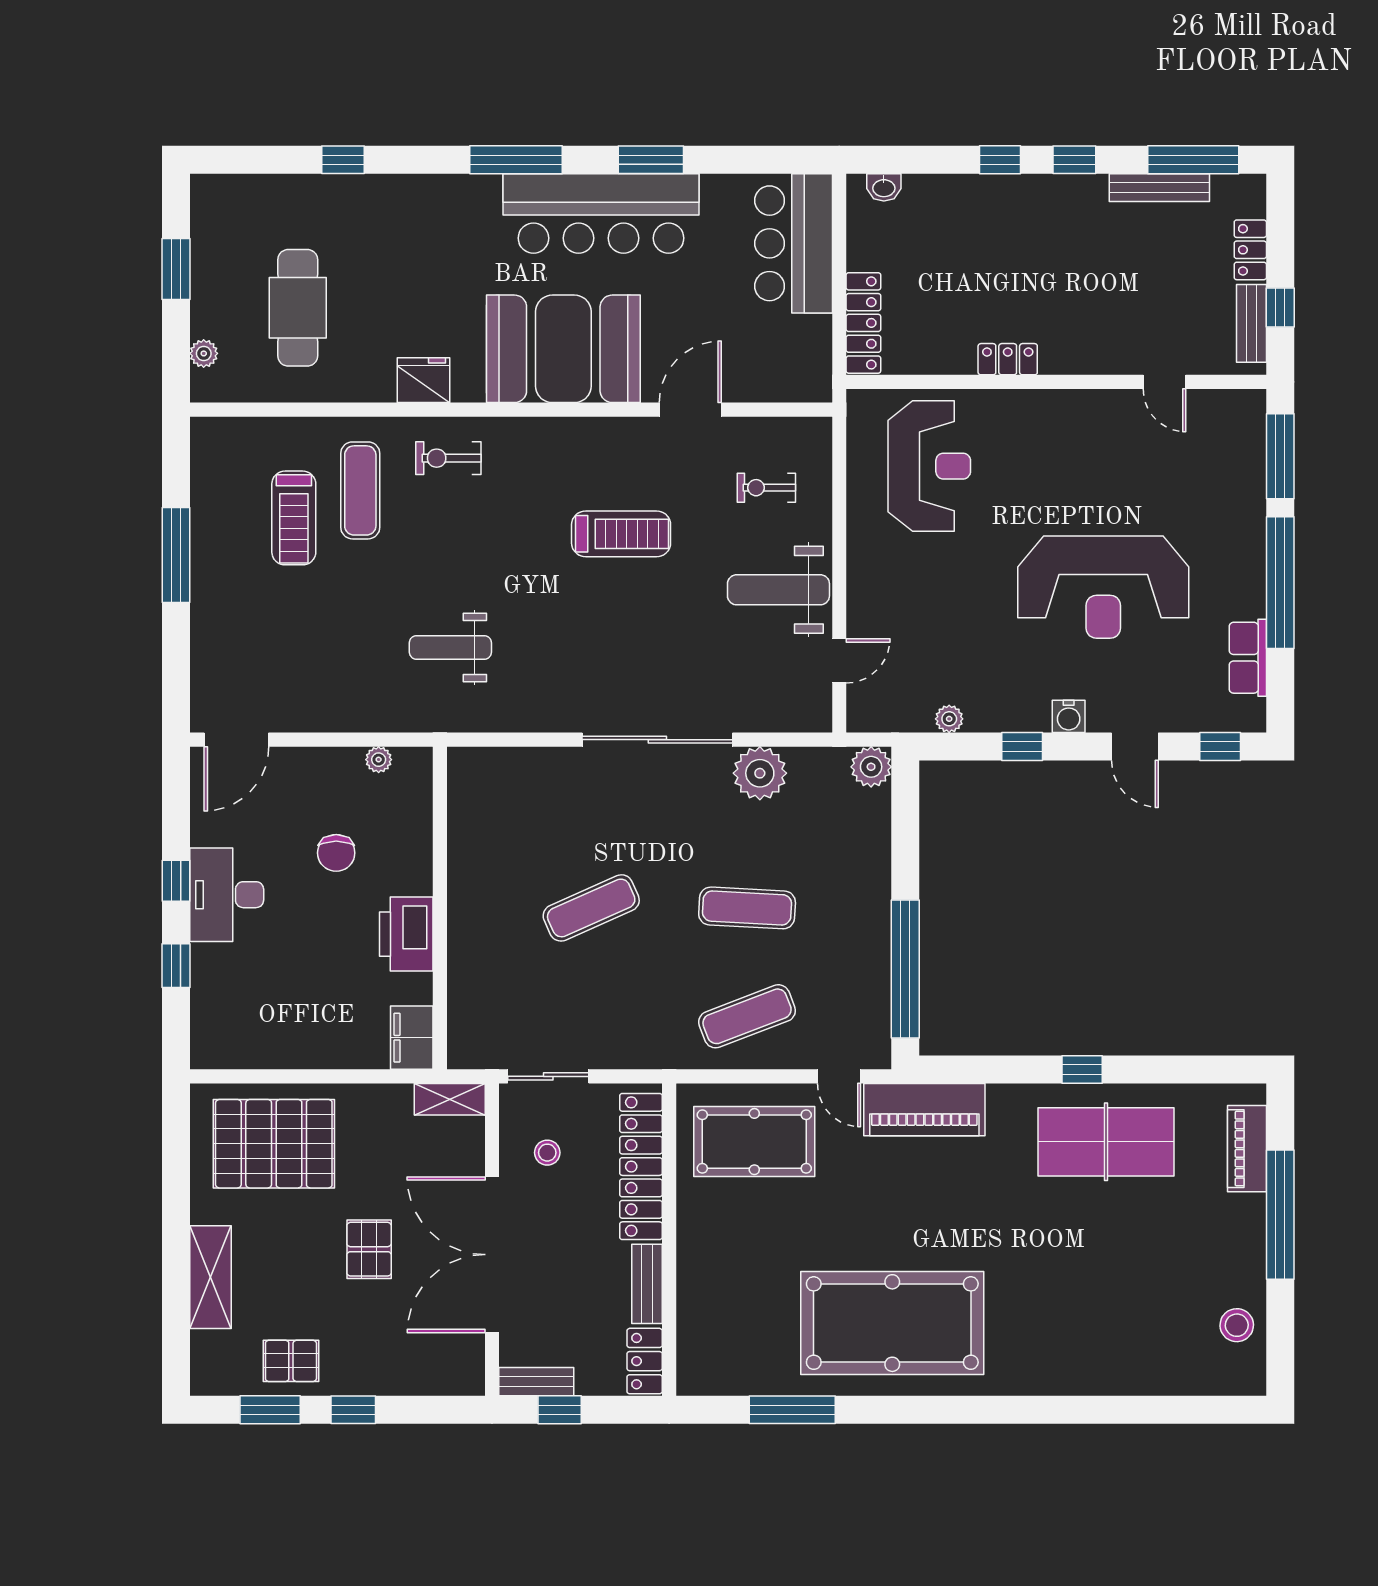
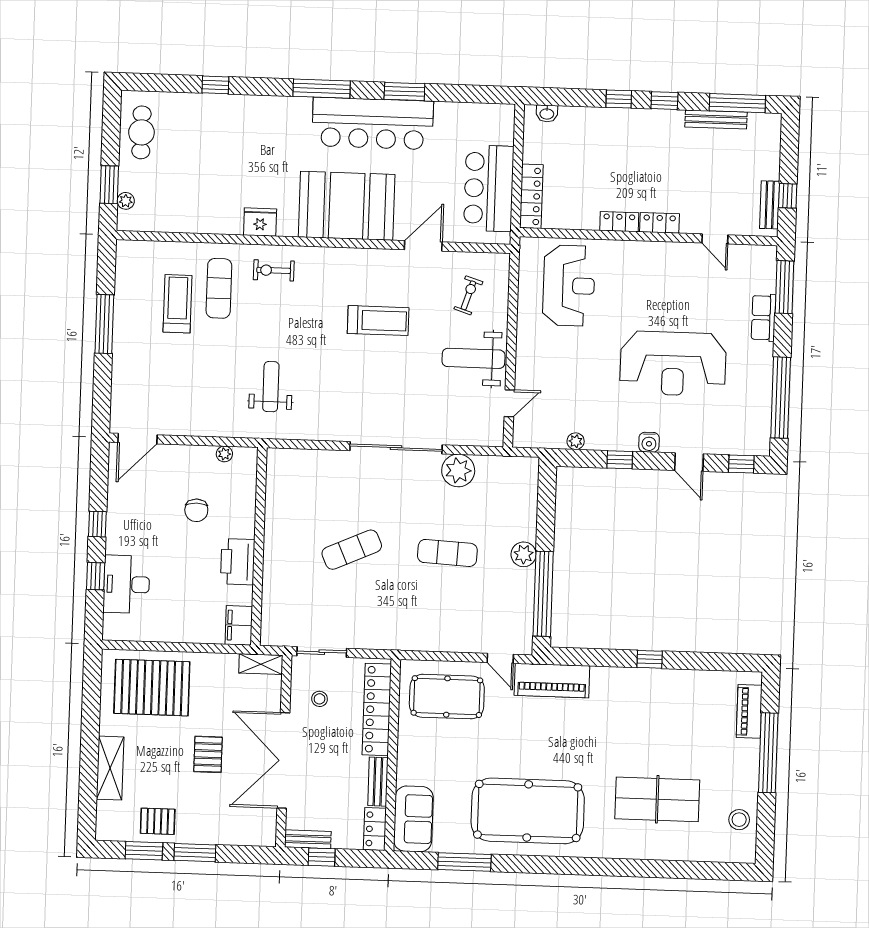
bar counter: (794, 243) -> (489, 188), moved
locker: (1250, 250) -> (660, 223), moved, turned 90
window: (176, 269) -> (109, 185), moved
cafe table: (298, 308) -> (141, 132), moved, width x0.73, depth x0.74
exercise bike: (766, 488) -> (468, 295), turned 108
treadmill: (294, 518) -> (177, 304), turned 180
window: (1280, 583) -> (781, 398), moved
weight bench: (450, 647) -> (271, 387), turned 90
row of seats: (1248, 658) -> (763, 318), moved
plant: (871, 767) -> (524, 554), moved
desk: (227, 895) -> (126, 584), moved
exercise mat: (747, 1016) -> (445, 619), removed
table tennis table: (1106, 1142) -> (657, 799), moved
sofa: (707, 1343) -> (413, 819), added
window: (353, 1410) -> (195, 853), width x1.50

